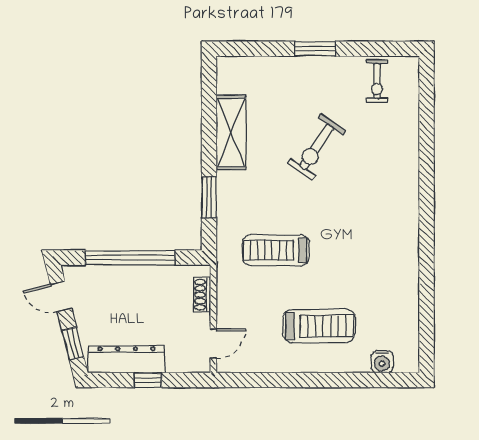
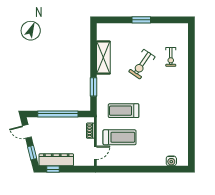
exercise bike: (377, 81) -> (171, 57), moved
treadmill: (319, 326) -> (120, 137), moved
window: (148, 380) -> (53, 169), moved

